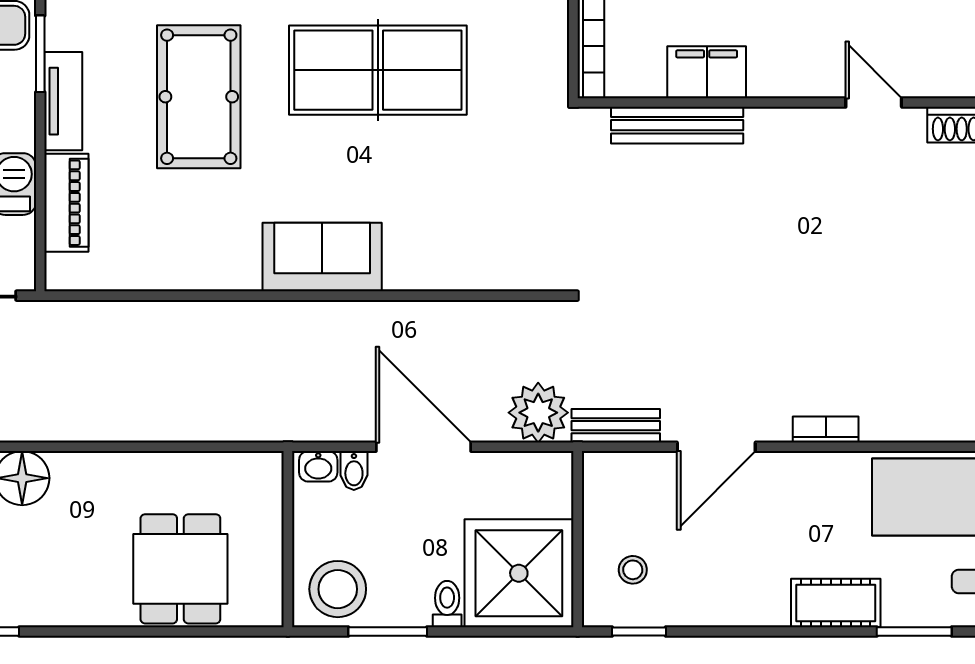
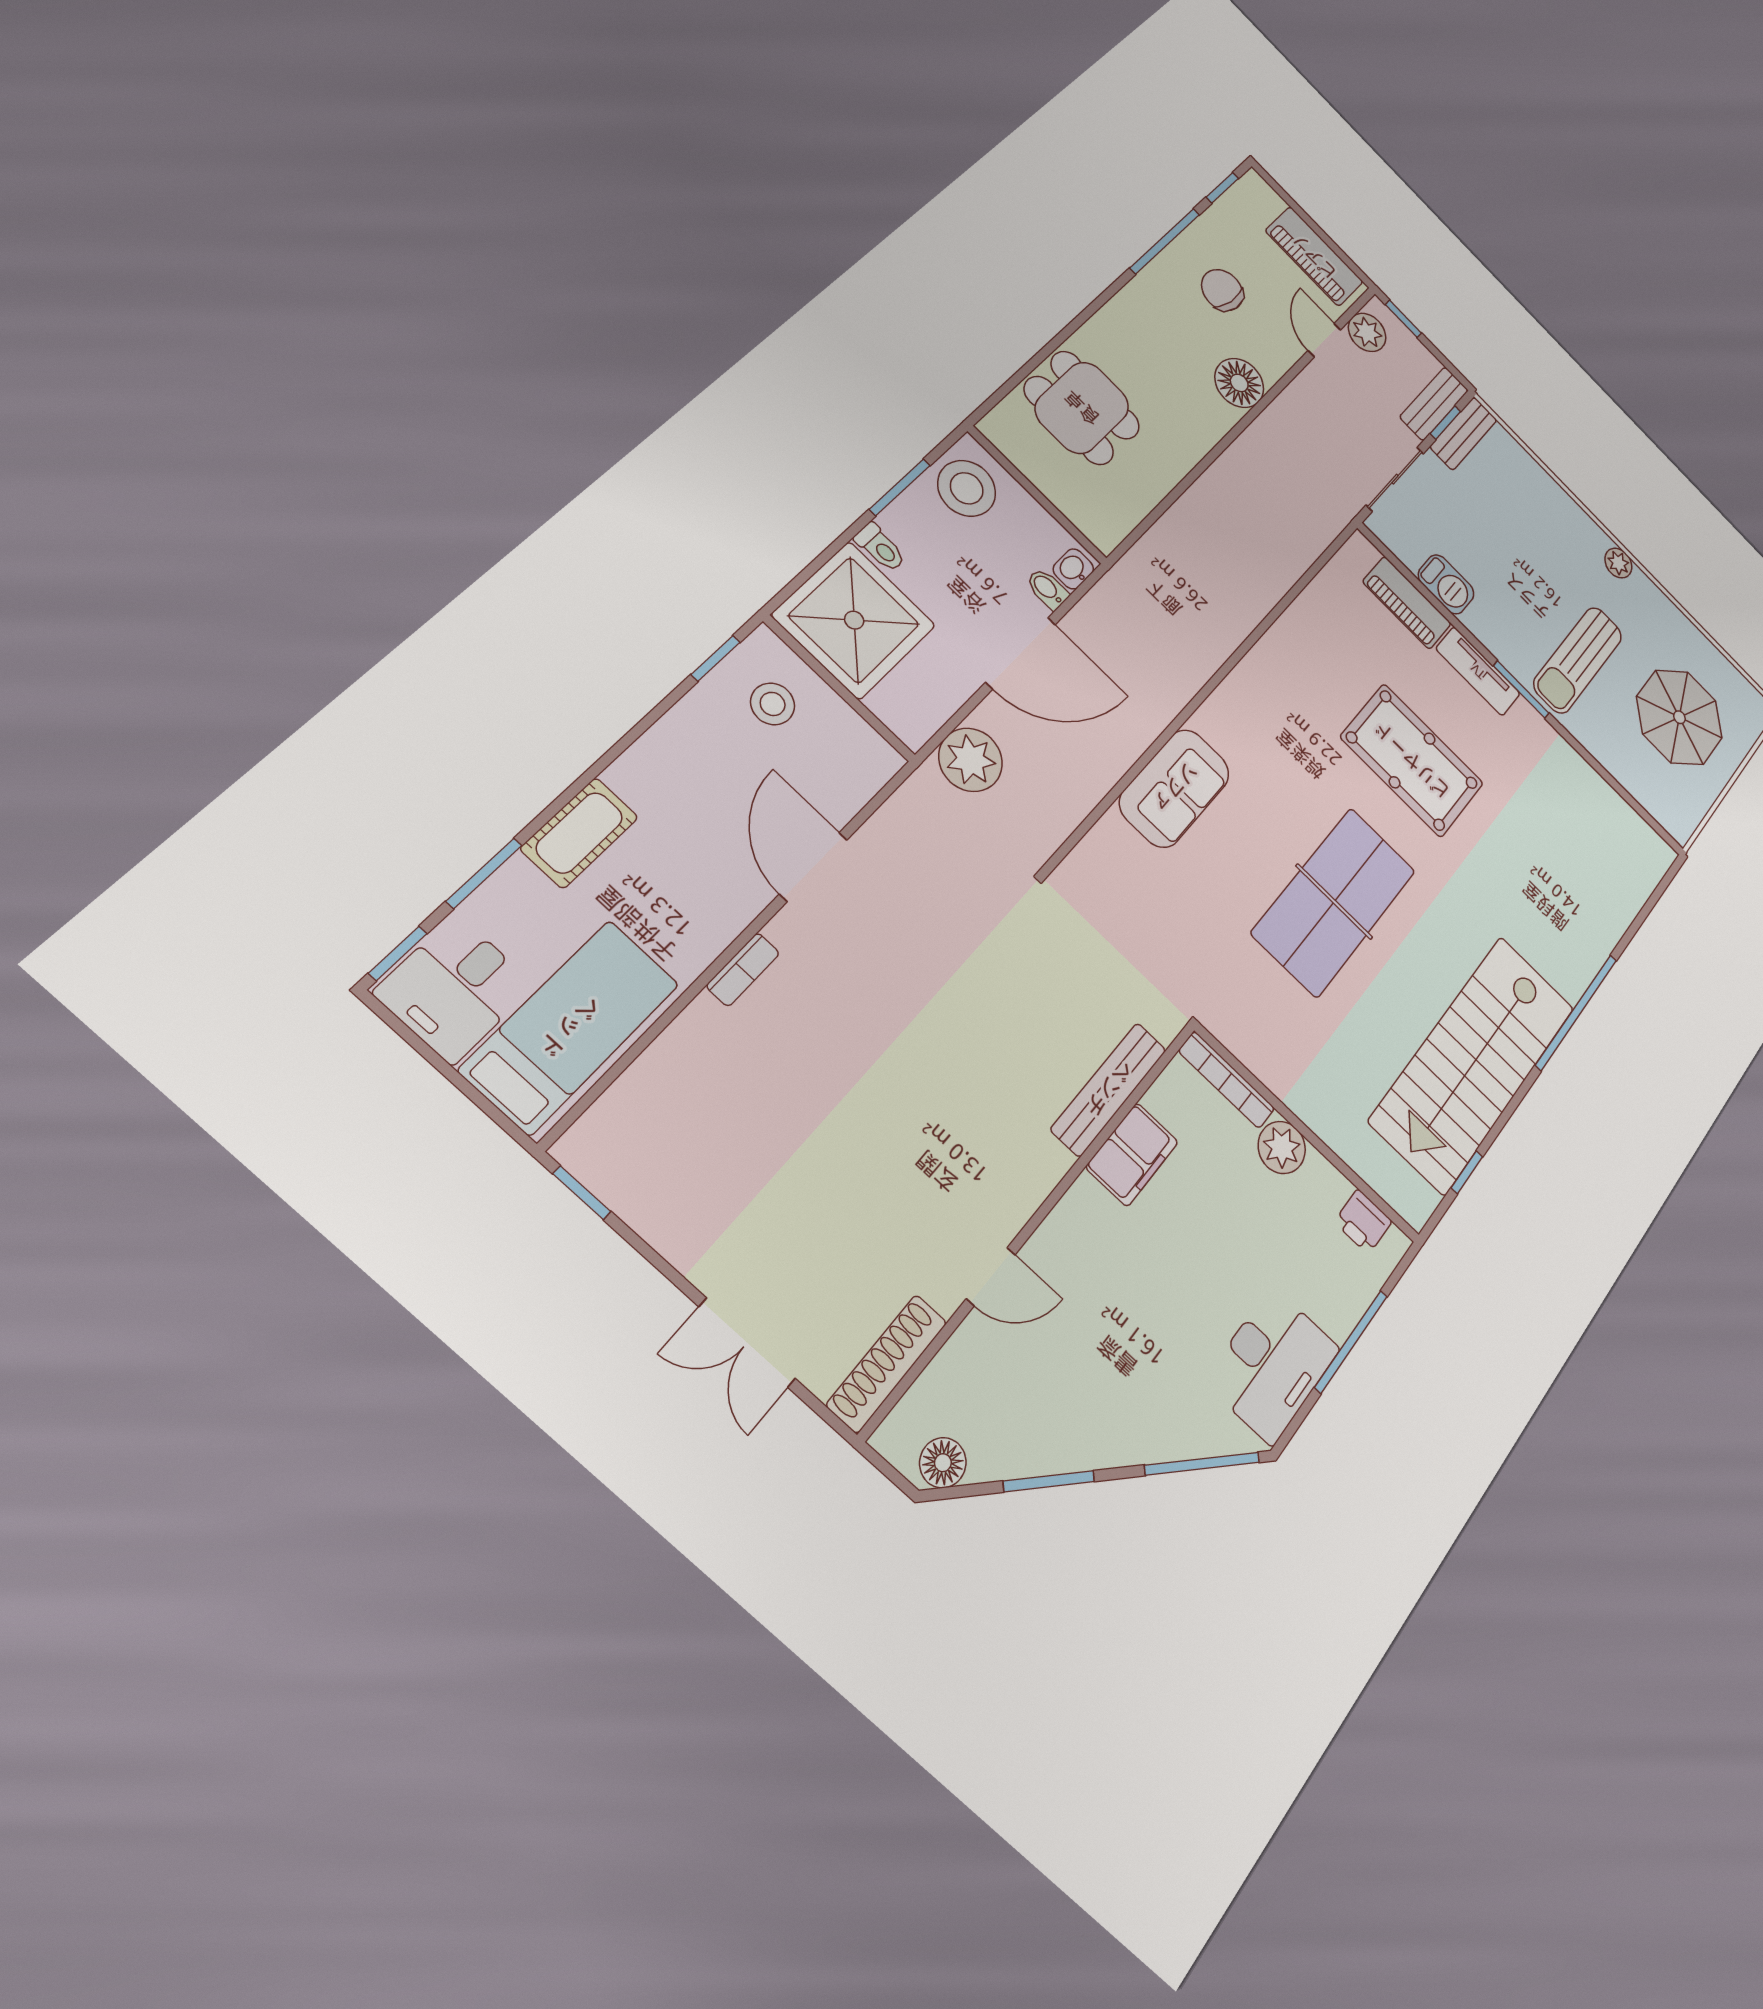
sofa: (322, 257) -> (1175, 788), moved
bench: (616, 426) -> (906, 806), removed
stool: (633, 570) -> (773, 704), width x1.37, depth x1.37

